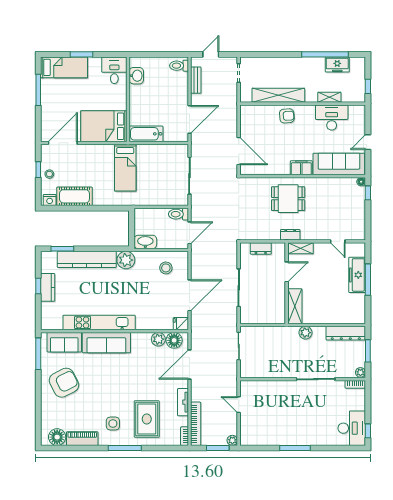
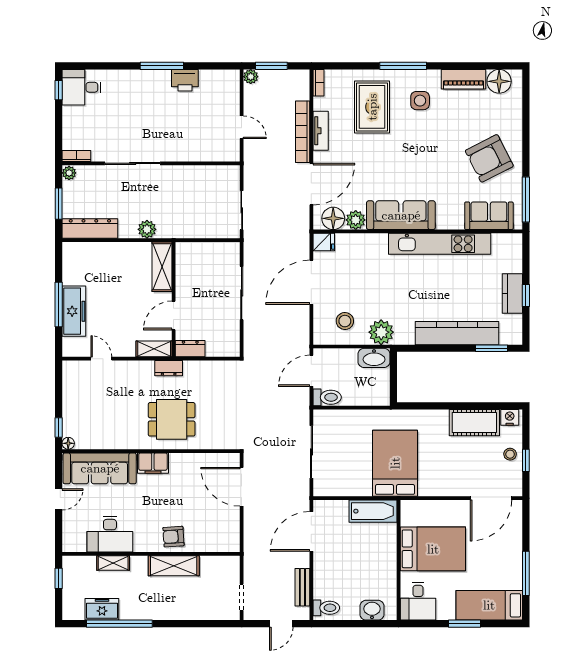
washbasin: (136, 76) -> (372, 610), moved, turned 90
shelving: (278, 95) -> (174, 566), width x0.68
bed: (104, 126) -> (433, 549), moved
bed: (125, 168) -> (395, 463), width x1.50
dresser: (261, 248) -> (190, 349), moved
plant: (126, 260) -> (381, 332), moved
sofa: (106, 343) -> (401, 215), moved
bookcase: (196, 424) -> (303, 132), moved
desk: (352, 428) -> (81, 87), width x0.73
printer: (279, 438) -> (185, 80), added

